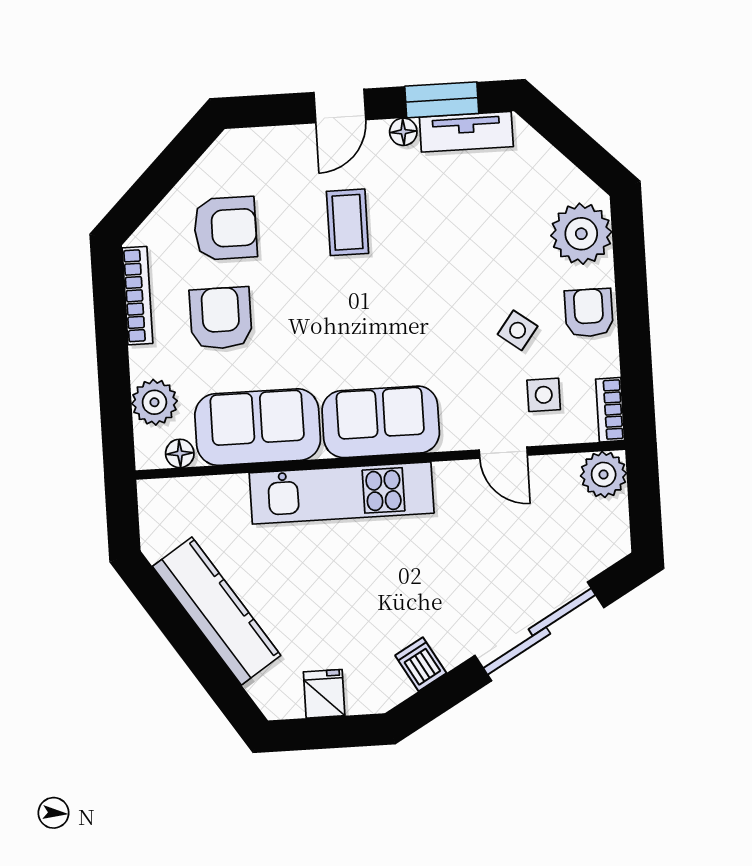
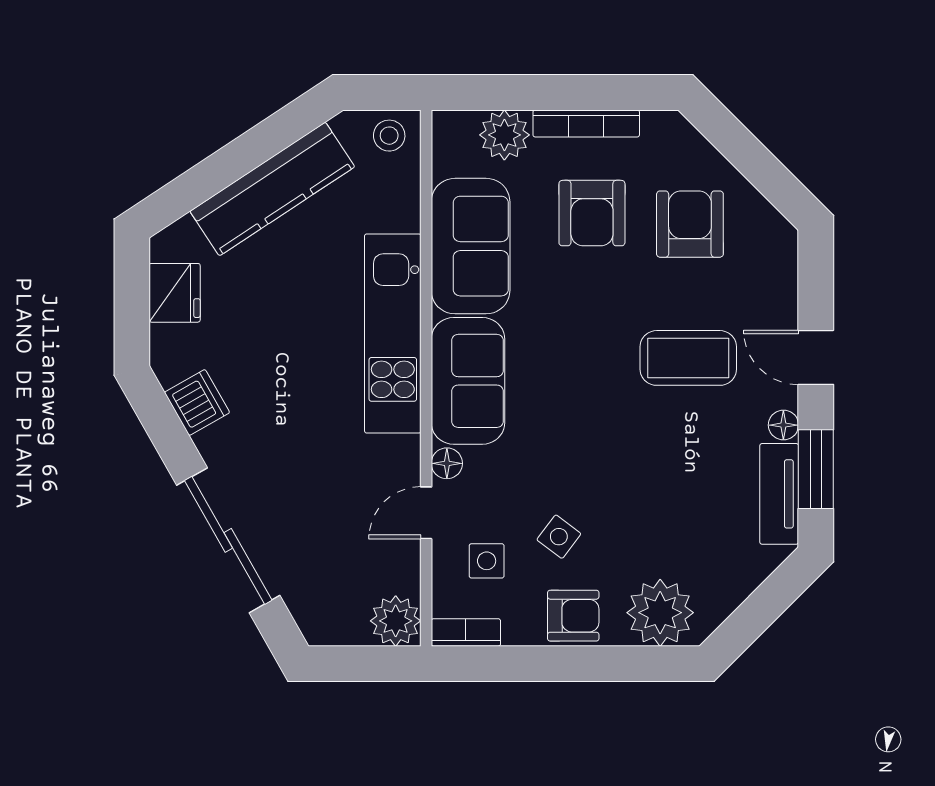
coffee table: (348, 222) -> (688, 358), width x1.36, depth x1.30
armchair: (225, 228) -> (690, 224), turned 180
bookcase: (137, 296) -> (586, 123), moved
armchair: (221, 318) -> (592, 213), turned 90
floor lamp: (180, 453) -> (447, 463), moved
stool: (161, 507) -> (389, 136), added
dishwasher: (421, 664) -> (197, 402), width x1.38
fridge: (324, 694) -> (175, 293), width x1.38

